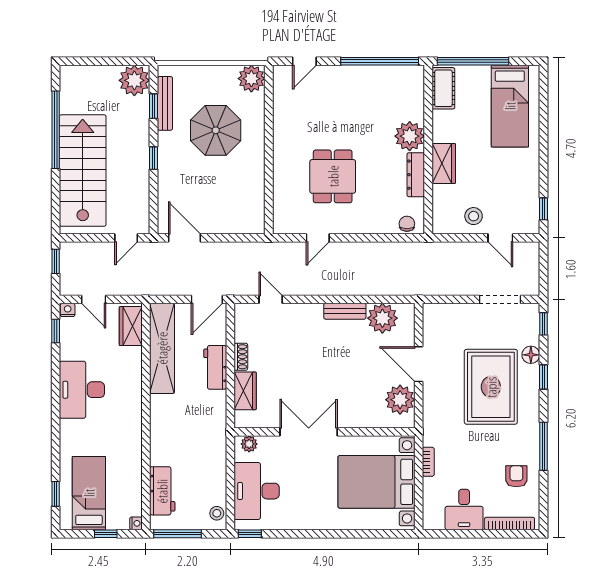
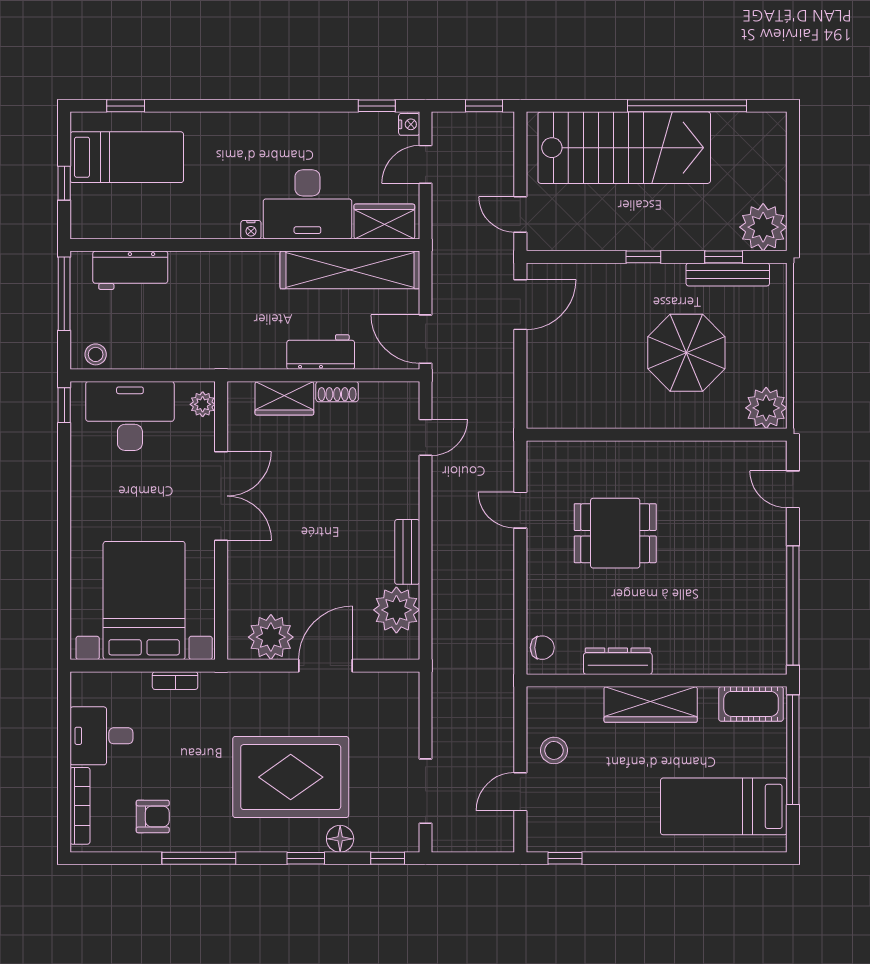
plant: (410, 136) -> (677, 652), removed
wardrobe: (444, 164) -> (651, 704), width x1.50
desk: (82, 390) -> (307, 204), moved, turned 180
nightstand: (136, 523) -> (251, 230), moved

